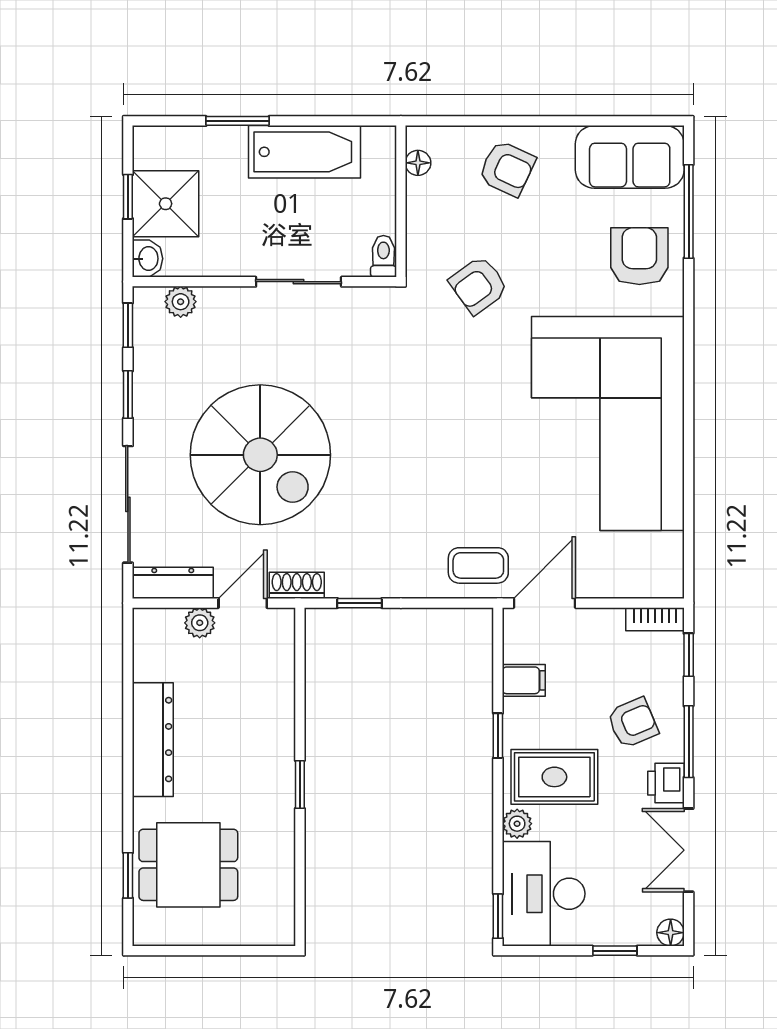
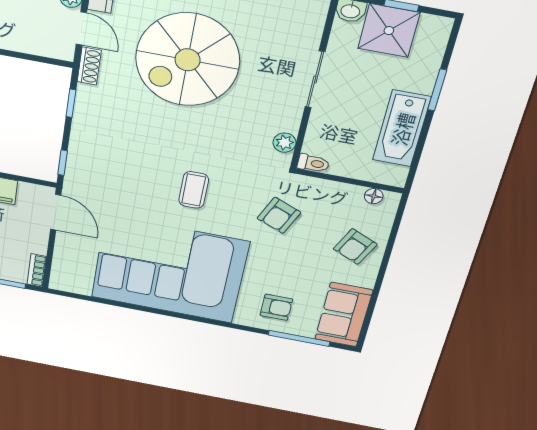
armchair: (639, 256) -> (276, 307), width x0.72, depth x0.72
sliding door: (299, 282) -> (315, 80), moved
armchair: (479, 285) -> (279, 215), turned -121
plant: (181, 302) -> (284, 143), moved
coffee table: (478, 565) -> (194, 190), moved
window: (458, 603) -> (63, 163), added

